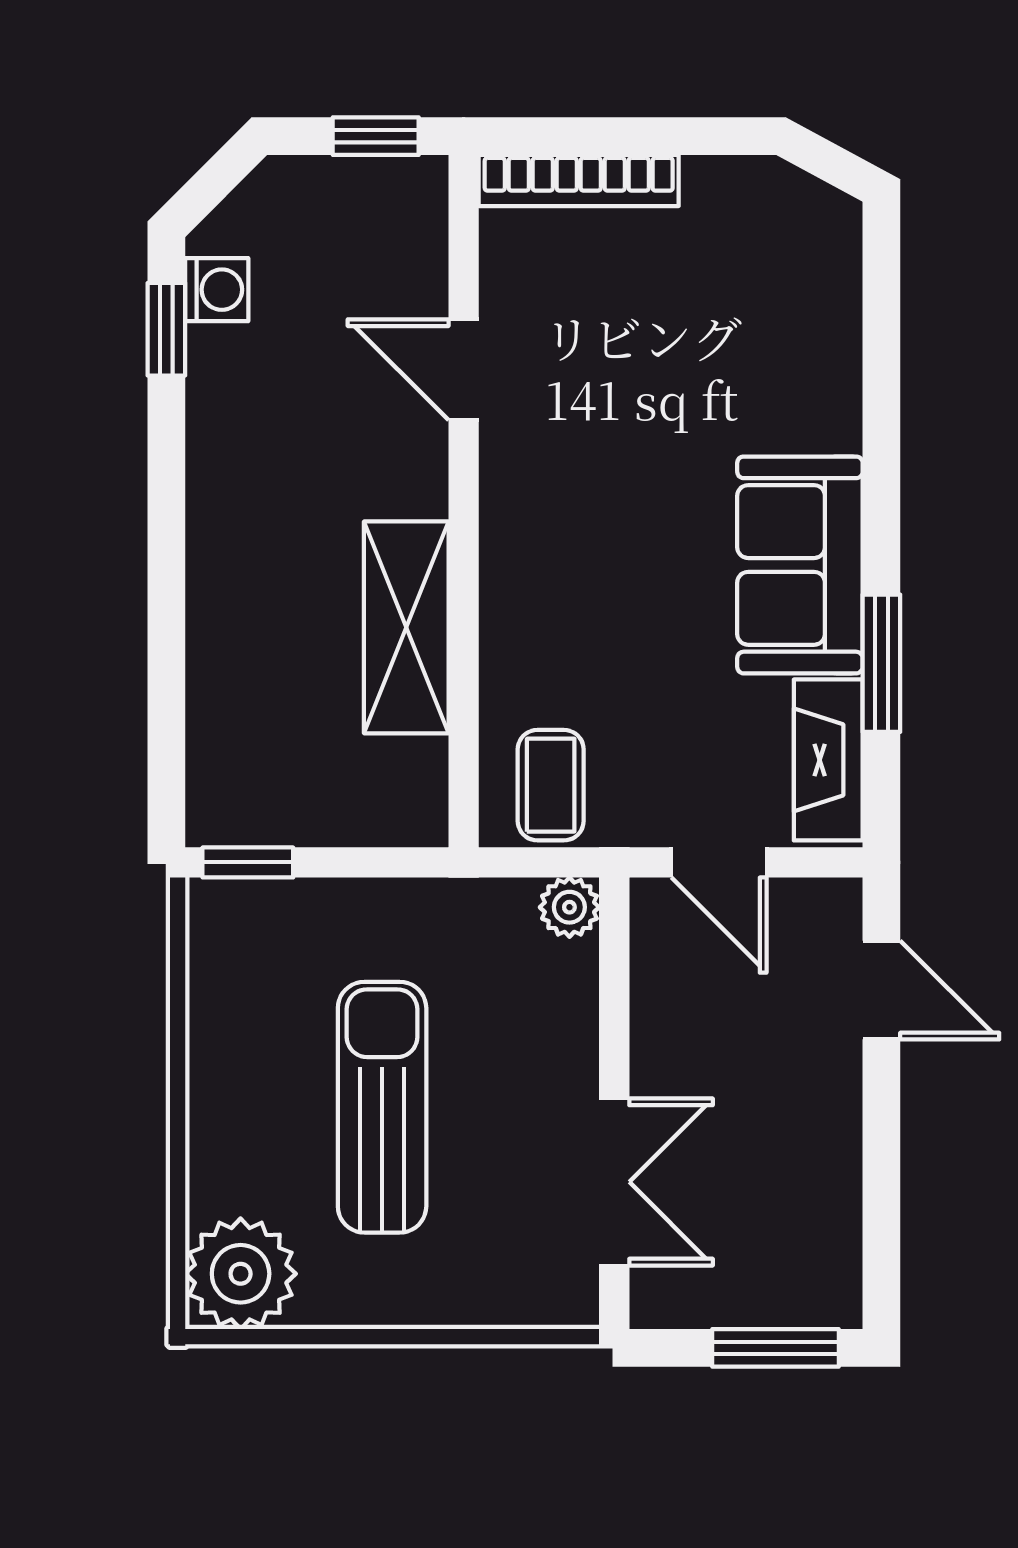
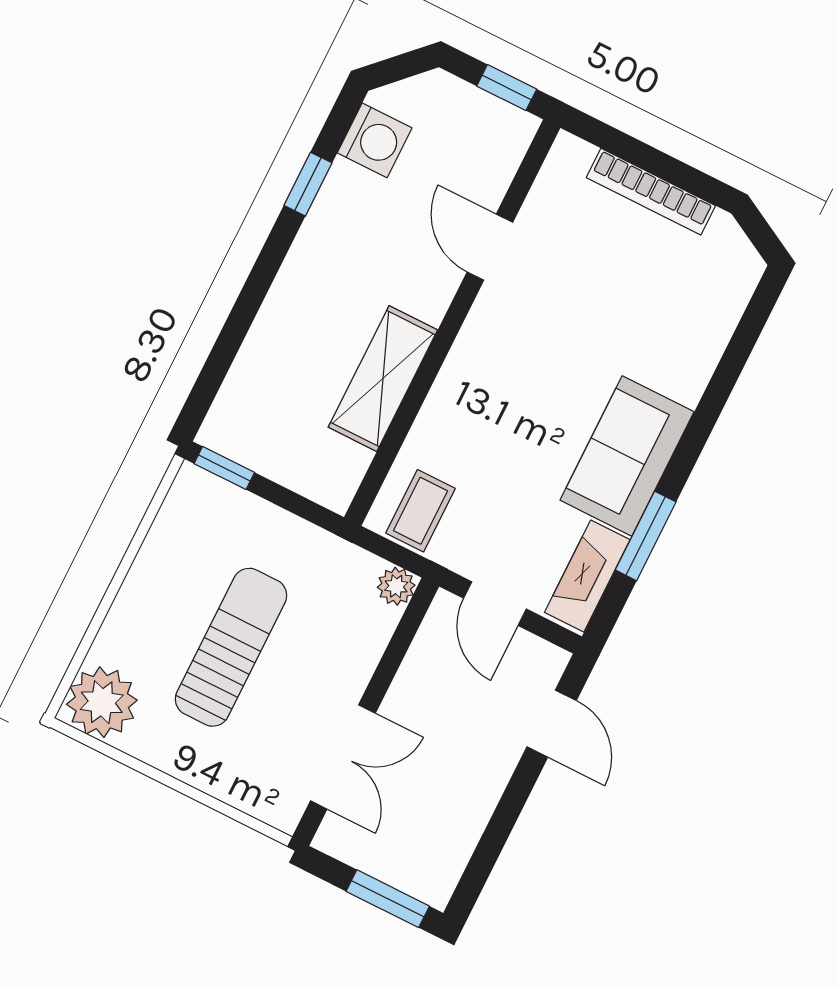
bookcase: (579, 180) -> (651, 192), moved
washing machine: (217, 290) -> (375, 140), width x1.38, depth x1.38
window: (166, 329) -> (308, 184), moved

